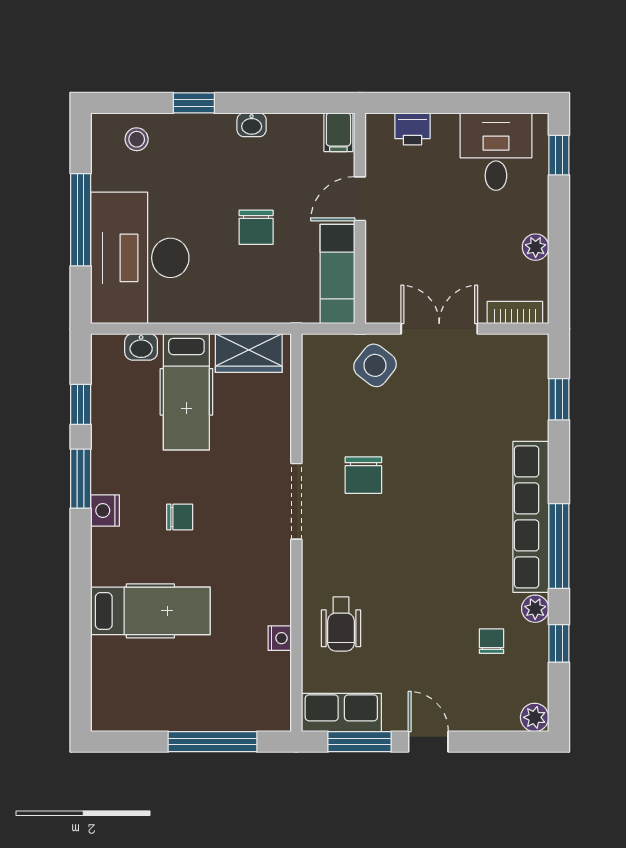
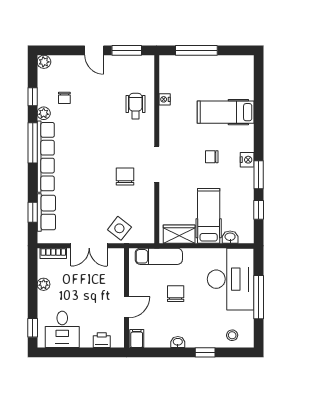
exam couch: (337, 274) -> (159, 256), moved, turned 90
row of seats: (341, 712) -> (46, 213), moved, turned -90

